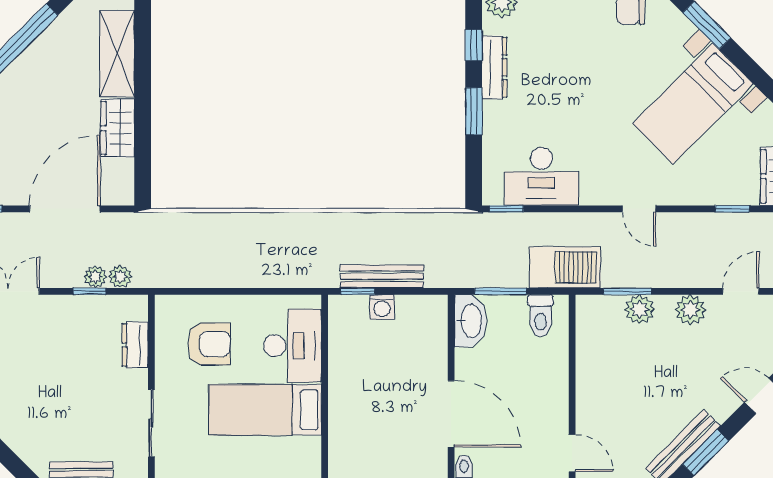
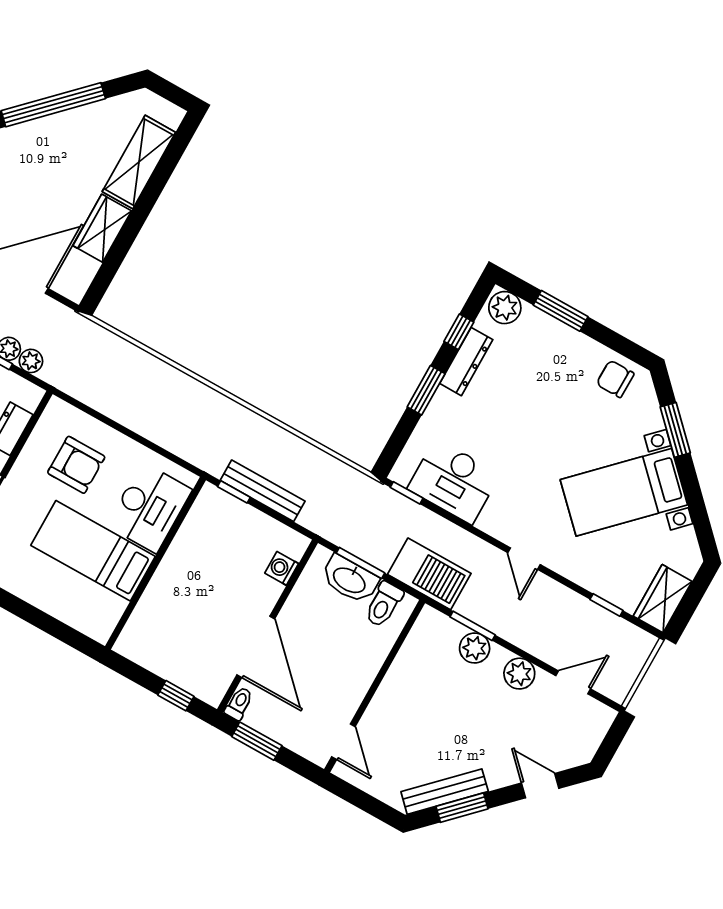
washing machine: (382, 307) -> (282, 568), moved, turned 90
washbasin: (470, 321) -> (350, 579), moved, turned 90

